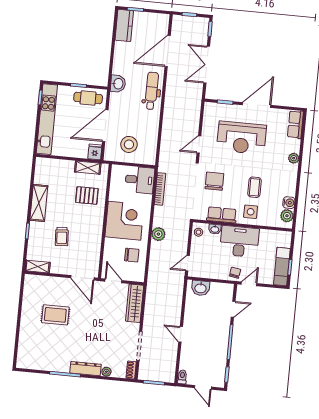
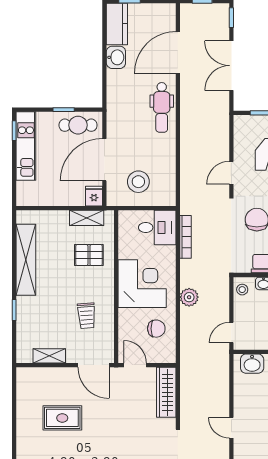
washbasin: (118, 84) -> (116, 57), moved
dental chair: (152, 91) -> (162, 107), turned 180
kitchen unit: (47, 119) -> (26, 146), width x0.73
shelving: (39, 203) -> (26, 260), width x1.47
trolley: (62, 237) -> (86, 316), moved
shelving: (38, 267) -> (49, 356), moved

